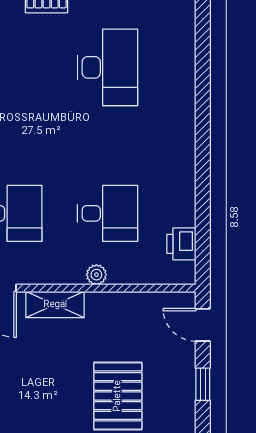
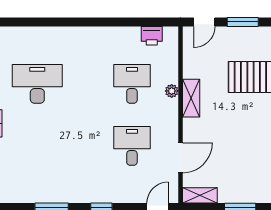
shelving: (55, 305) -> (191, 98), moved
window: (203, 384) -> (243, 22), width x1.50

